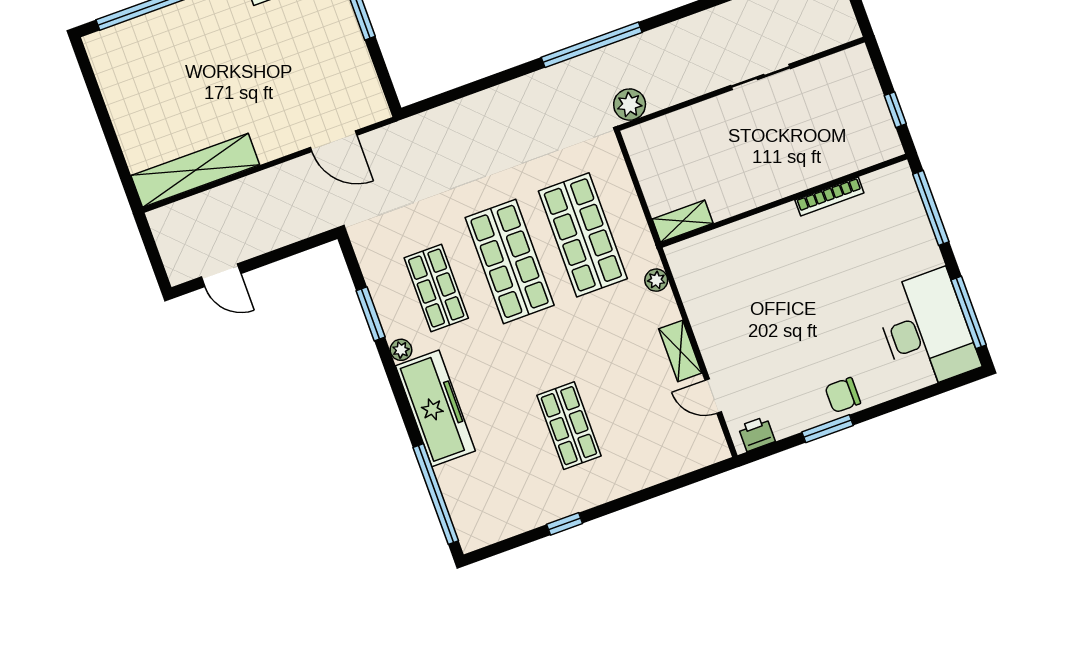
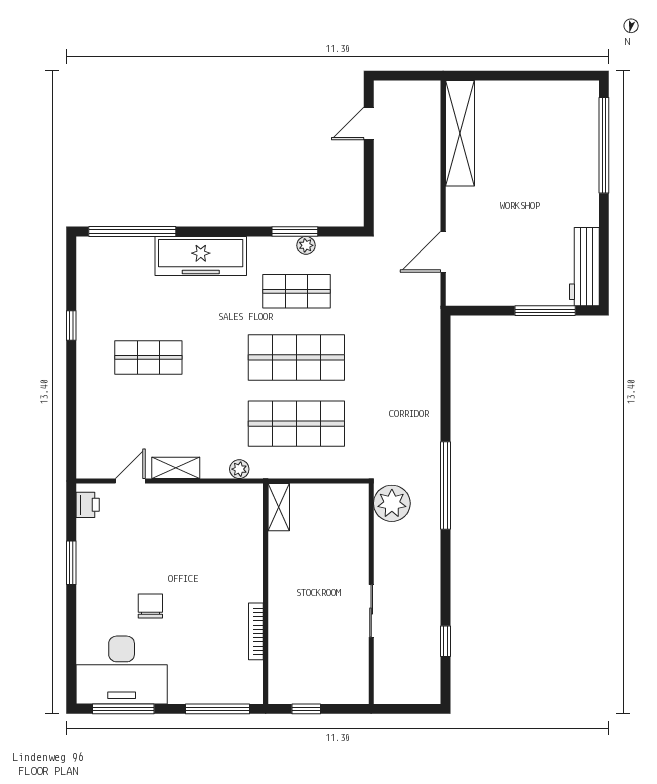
plant: (630, 105) -> (392, 503), width x1.36, depth x1.36
plant: (401, 350) -> (306, 245), moved
chair: (843, 395) -> (150, 606), moved

